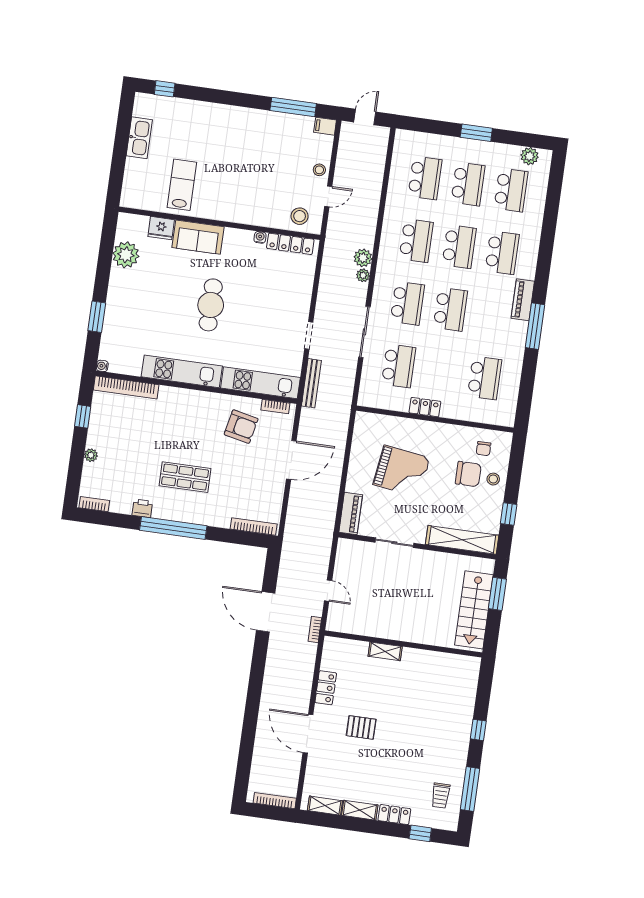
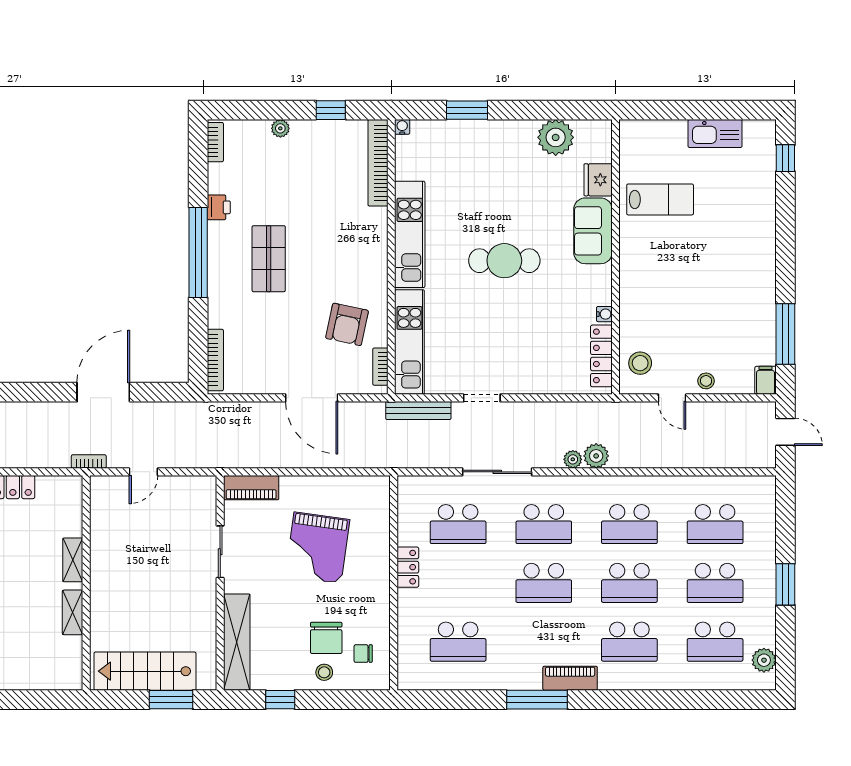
shelving: (424, 657) -> (73, 612), added

